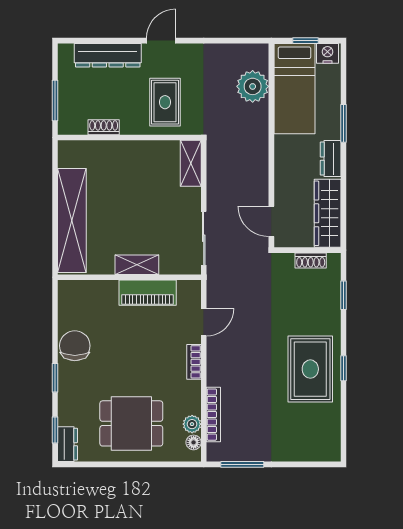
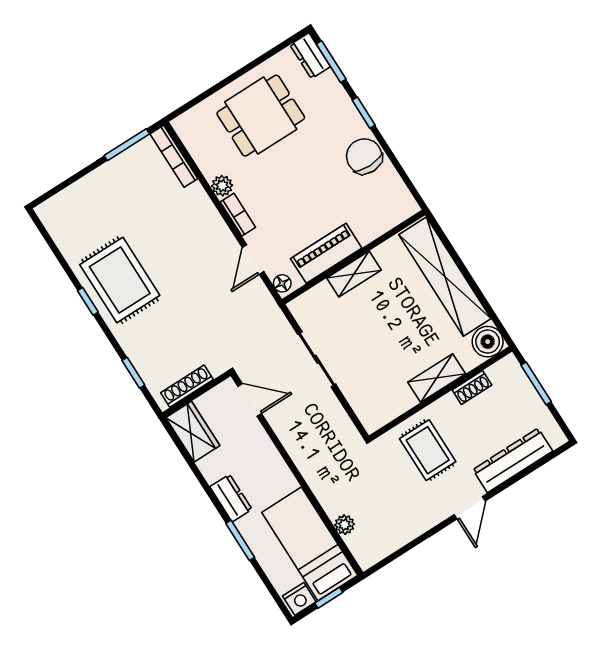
plant: (253, 86) -> (345, 525), width x0.53, depth x0.53
boiler: (71, 153) -> (488, 342), added
shelving: (191, 163) -> (437, 378), moved, turned 90
wardrobe: (328, 213) -> (193, 432), width x0.67
sliding door: (204, 238) -> (317, 359), moved
shoe rack: (311, 260) -> (187, 386), width x1.43
chair: (75, 346) -> (364, 156), turned 180
bookcase: (213, 415) -> (174, 156), moved
plant: (192, 424) -> (222, 186), moved
window: (55, 430) -> (331, 62), width x1.50
floor lamp: (194, 442) -> (282, 283), moved

